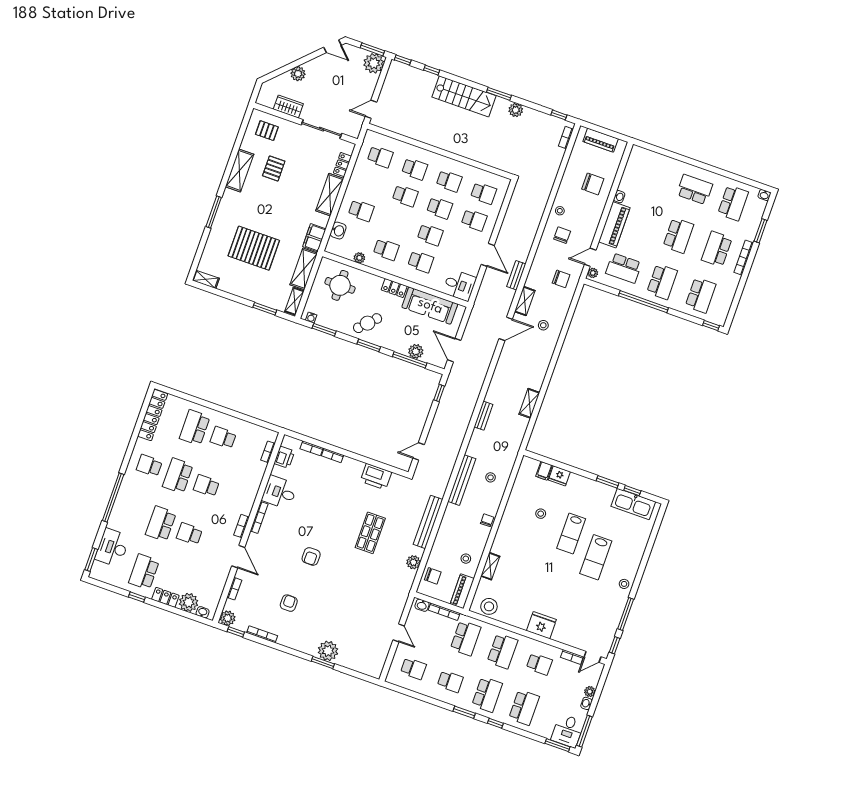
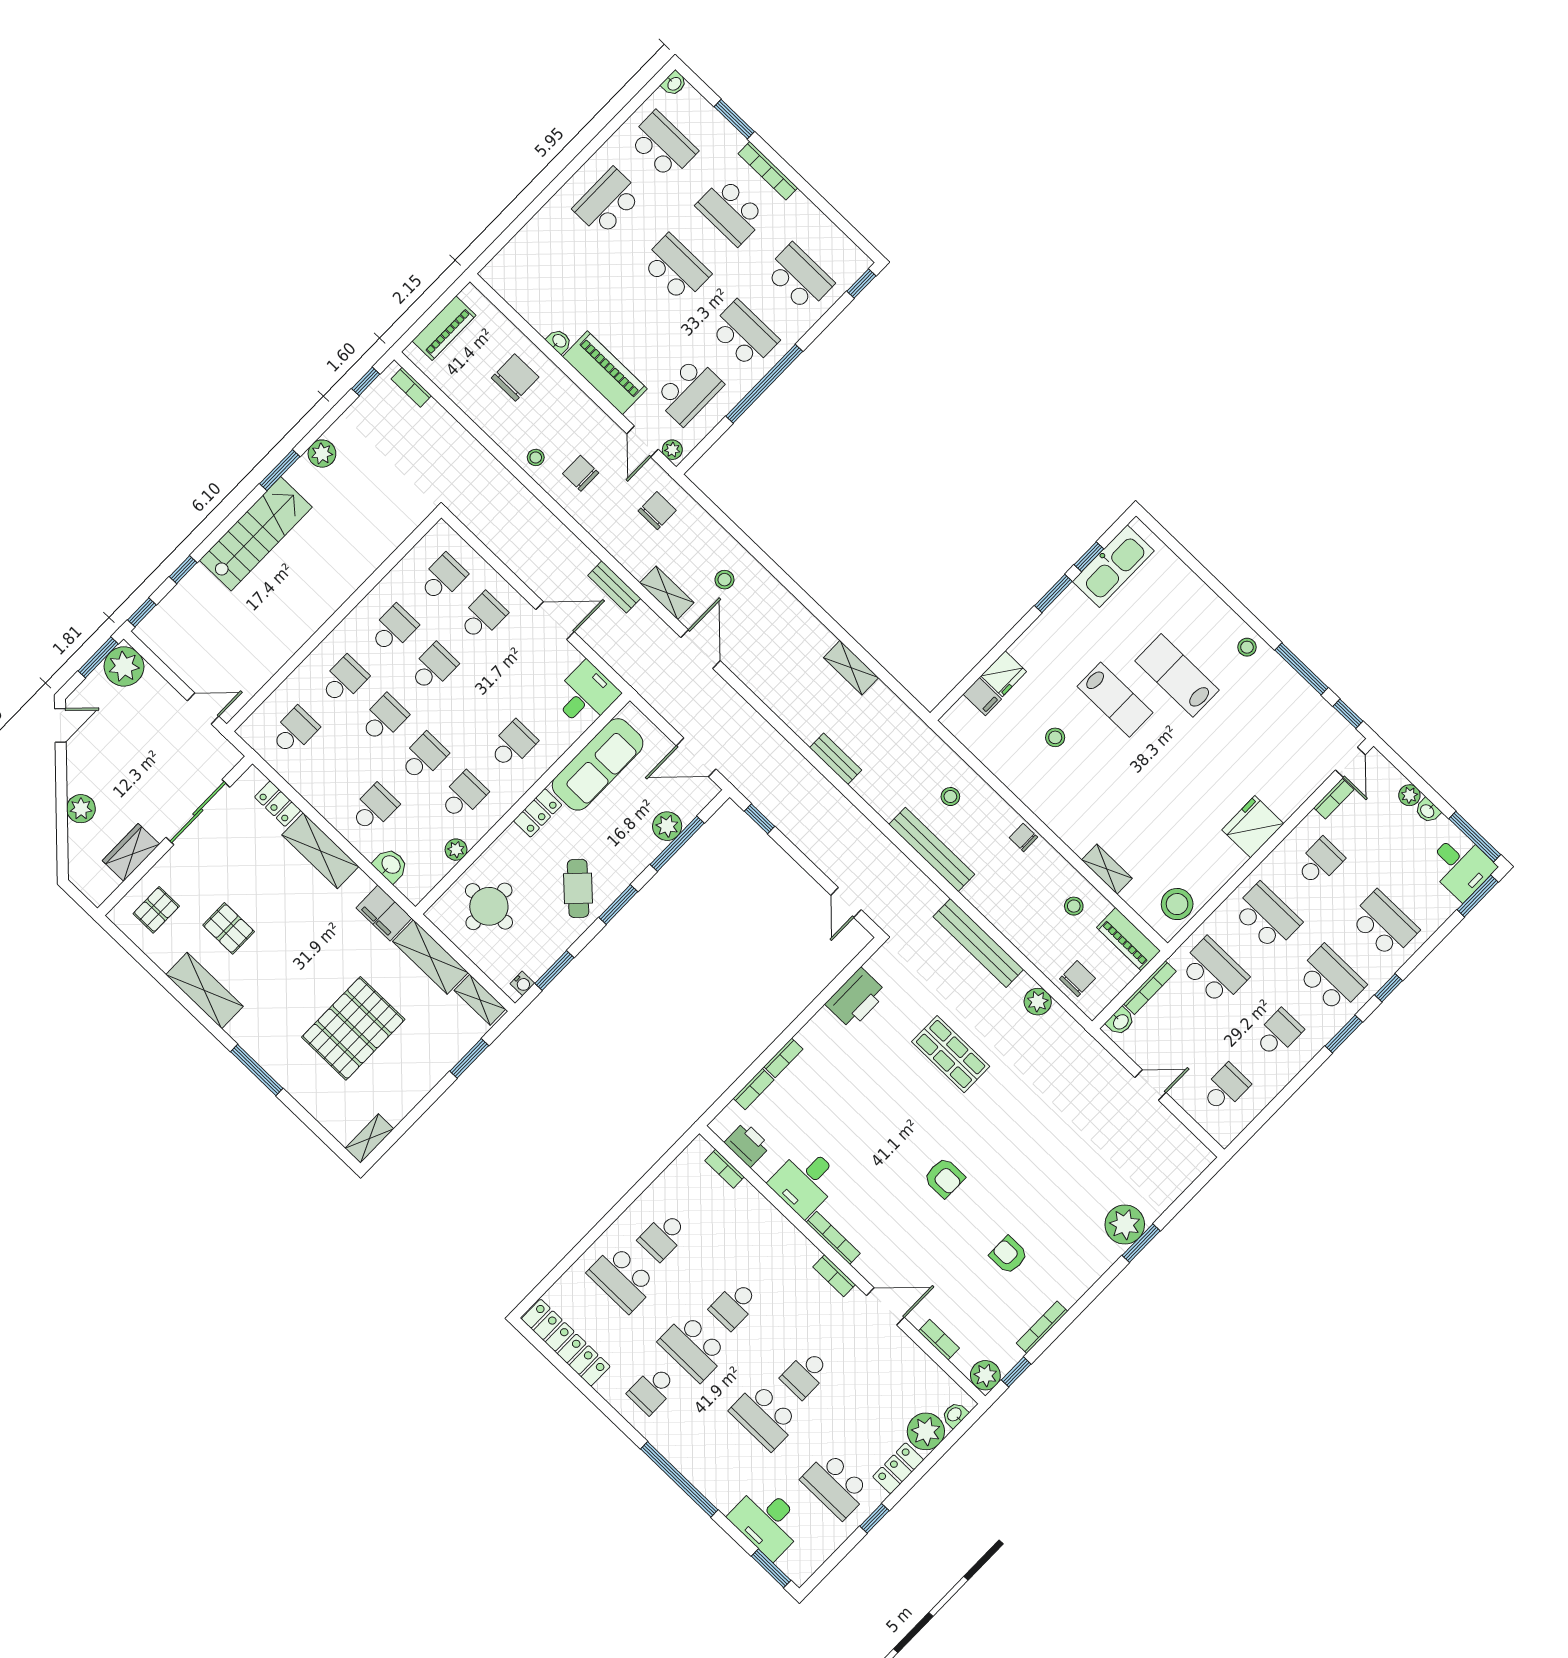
door: (371, 109) -> (203, 709), swing flipped
school desk: (430, 235) -> (423, 757), moved
lab bench: (596, 557) -> (1177, 675), turned 180

